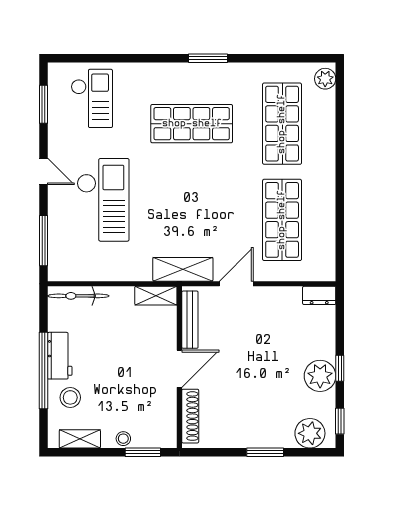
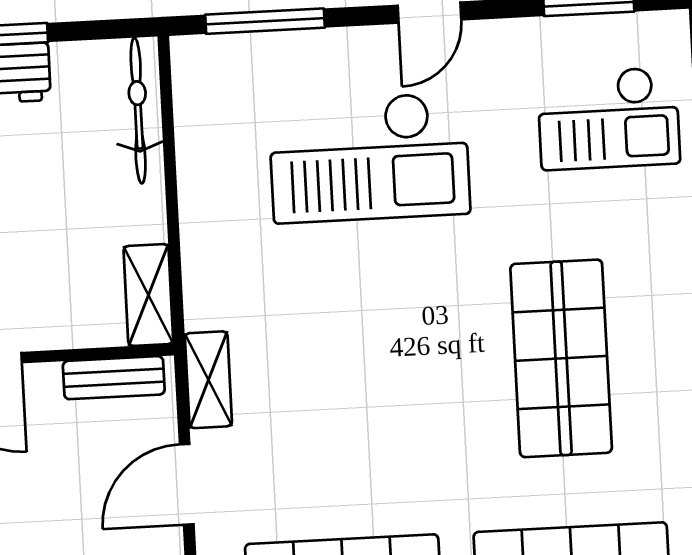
shelving: (183, 269) -> (208, 380), width x0.67, depth x0.75
door: (236, 284) -> (187, 484), swing flipped
bench: (190, 320) -> (114, 378), width x0.73

